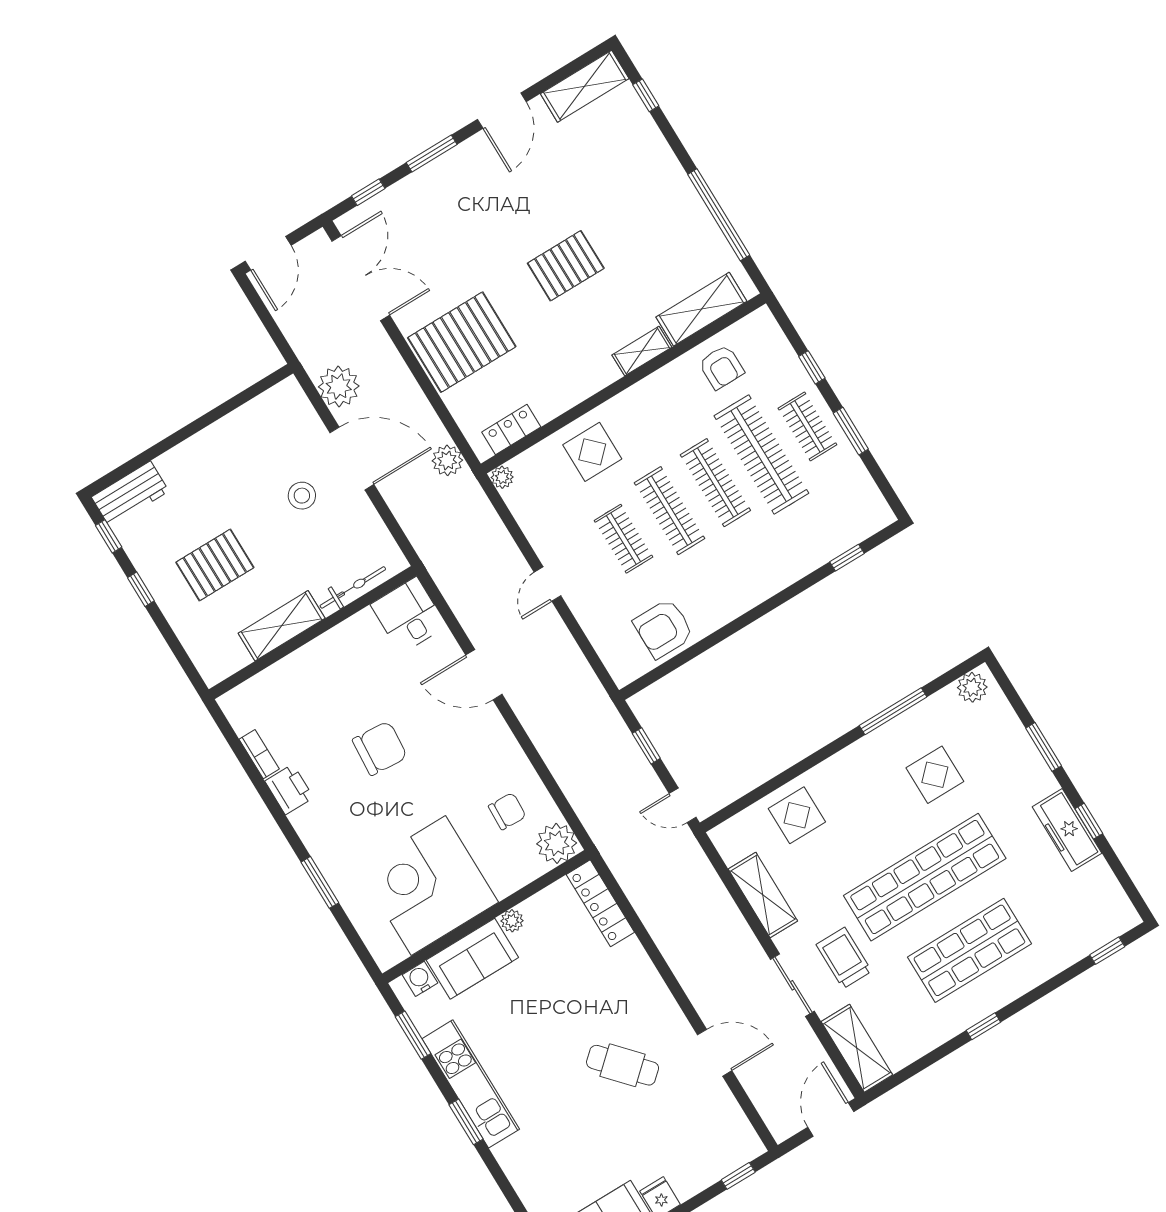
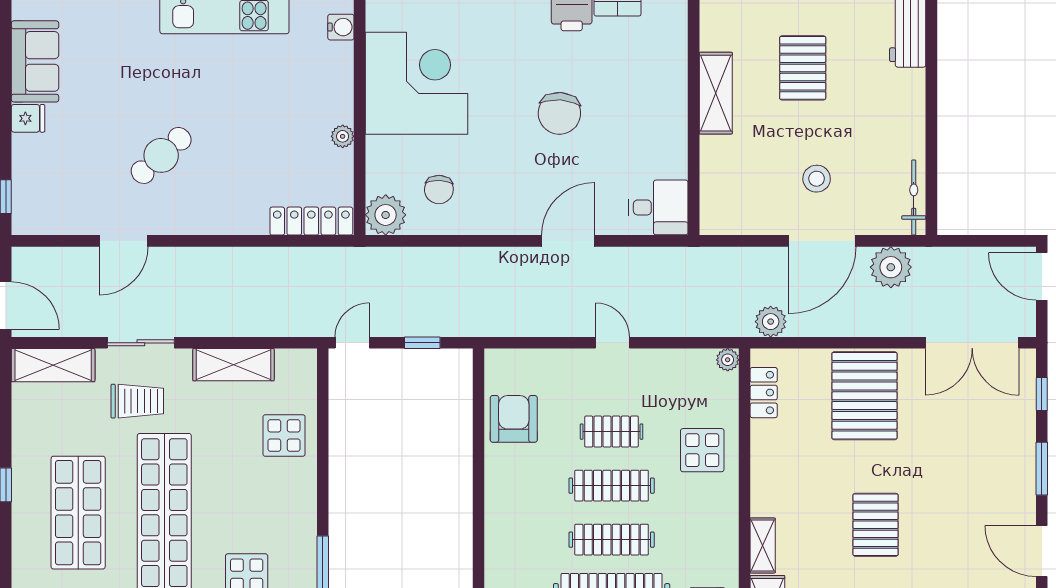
bicycle: (353, 587) -> (914, 197), moved, turned 180
sofa: (472, 959) -> (331, 83), removed

